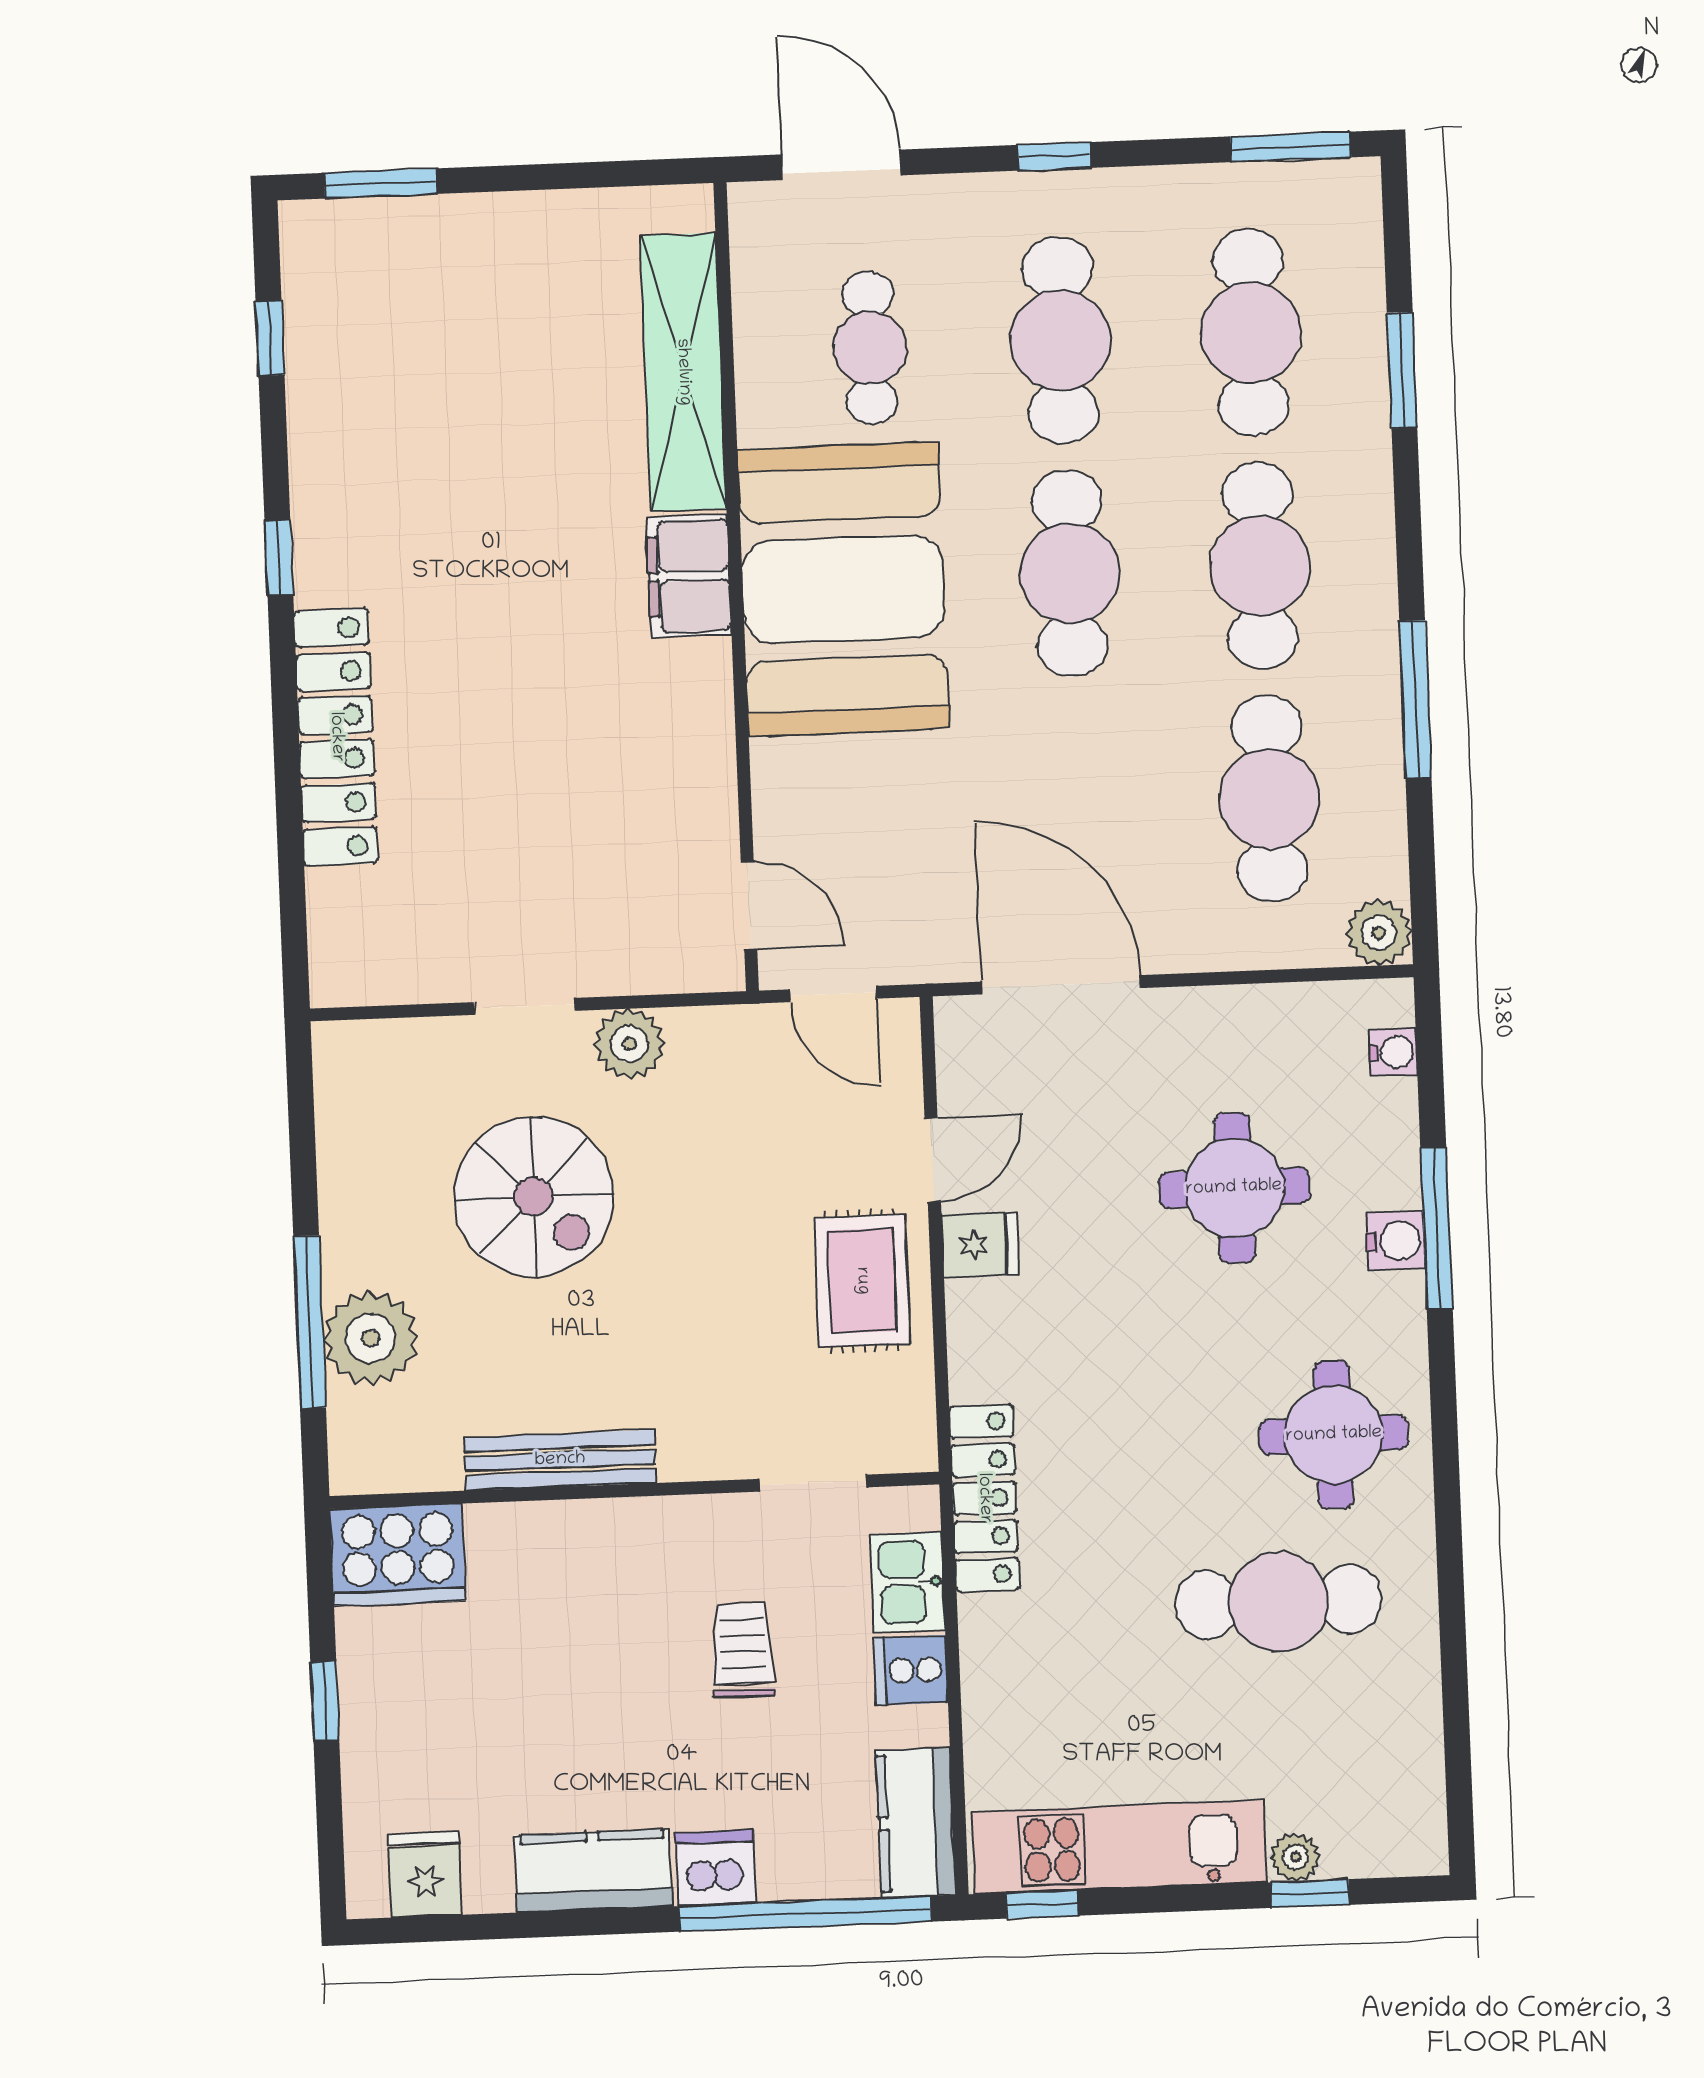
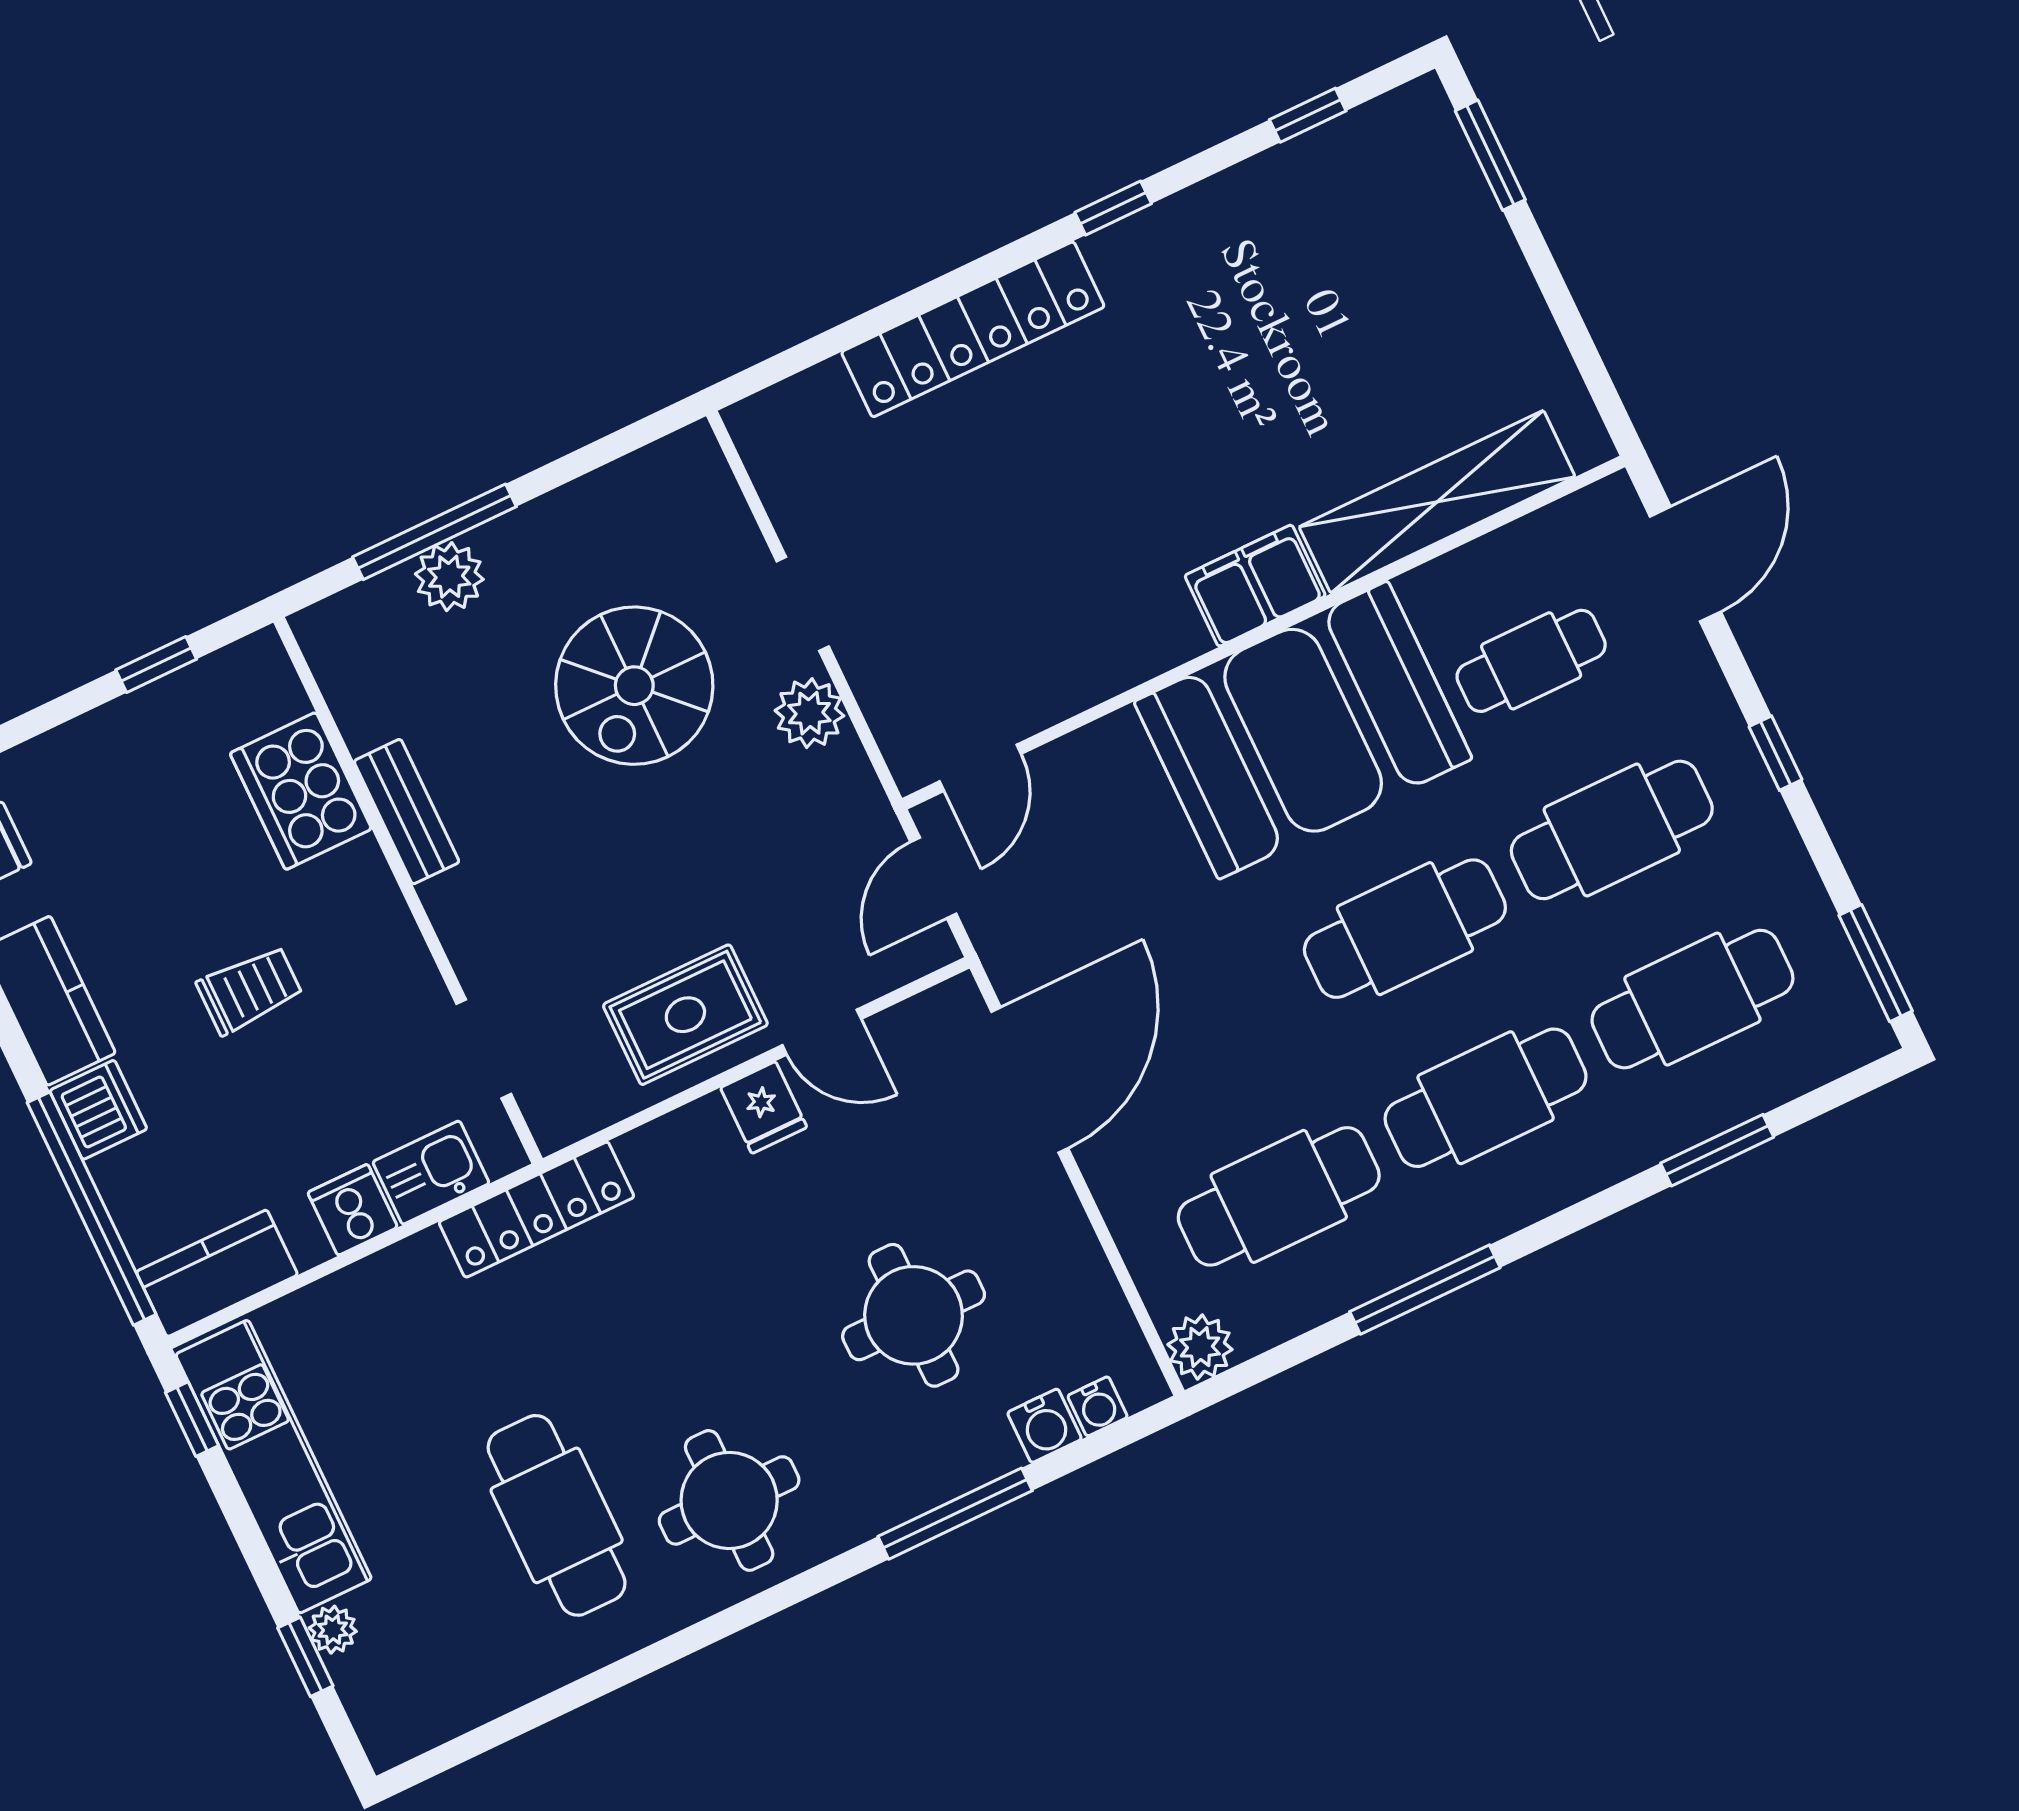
water cooler: (1395, 1241) -> (1045, 1426), moved
plant: (371, 1338) -> (449, 577), width x0.73, depth x0.73
bench: (560, 1460) -> (407, 812), width x0.73
cooker: (398, 1555) -> (301, 791), moved
trolley: (743, 1650) -> (250, 990), moved
window: (325, 1701) -> (156, 665), moved

